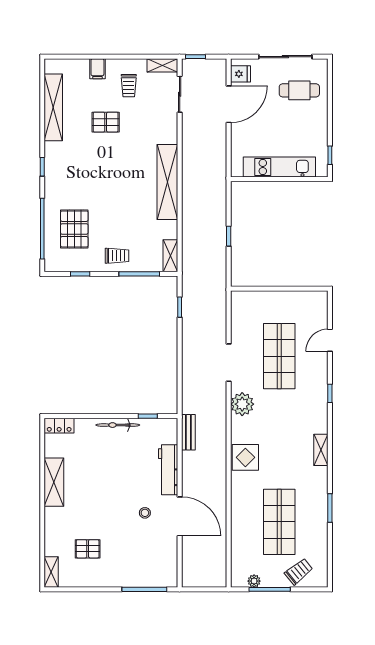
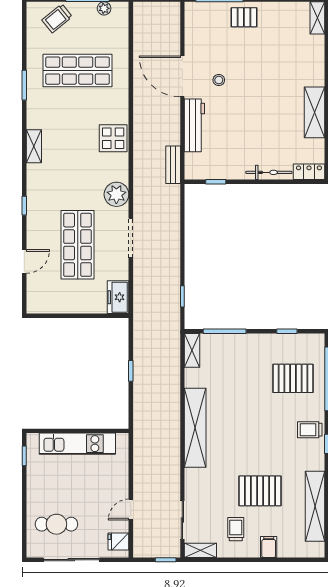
door: (229, 104) -> (131, 510), width x0.53
pallet: (106, 122) -> (260, 491), width x1.50, depth x1.42
pallet: (74, 229) -> (293, 378), turned 90
trolley: (117, 256) -> (310, 430), moved
freezer: (241, 306) -> (118, 297), added
bicycle: (118, 425) -> (269, 172), moved
shop shelf: (279, 522) -> (78, 71), turned 90
pallet: (88, 549) -> (244, 17), moved

